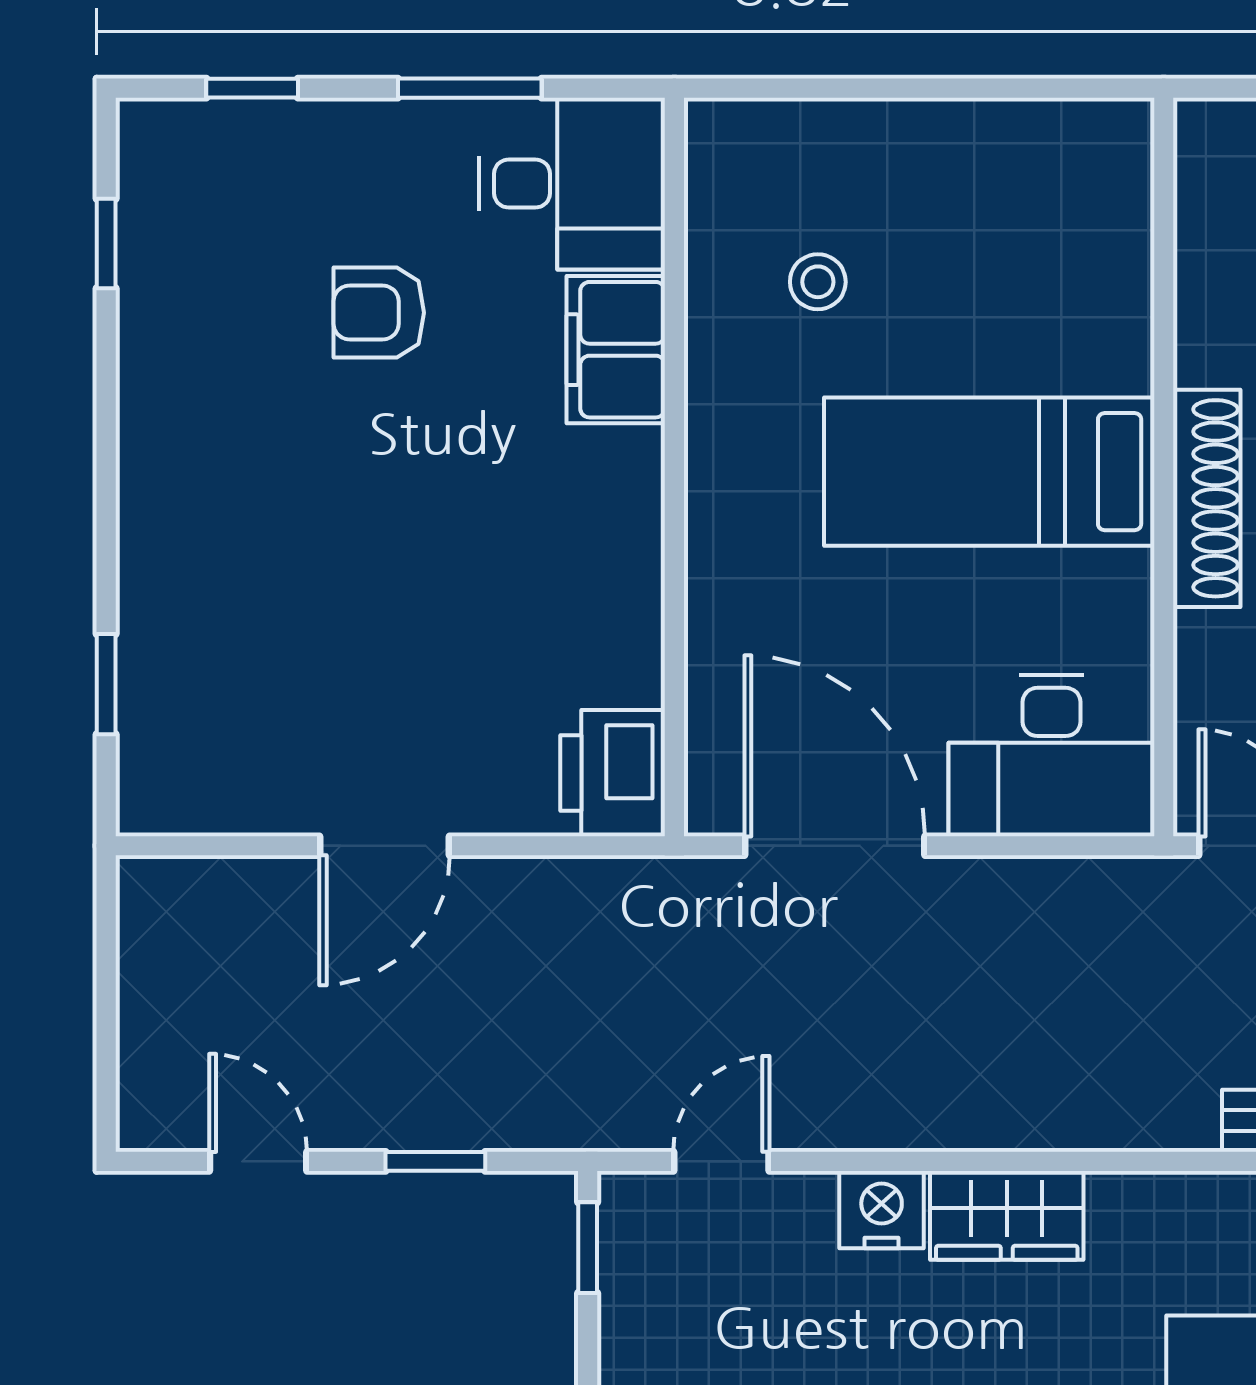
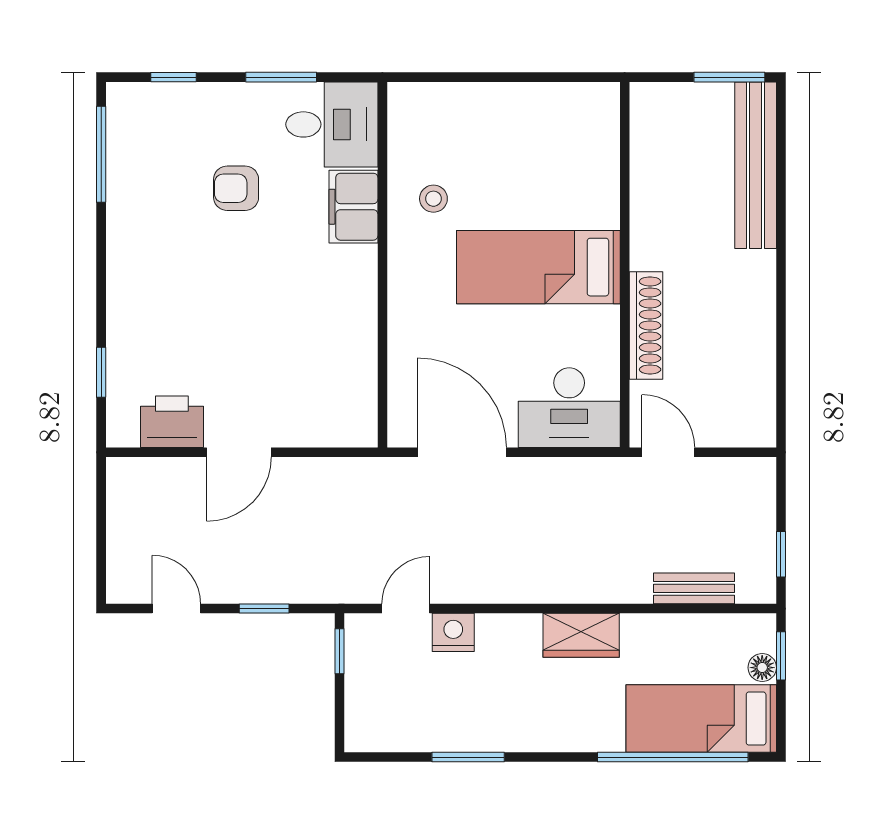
window: (106, 244) -> (101, 154), width x2.17
stool: (818, 282) -> (433, 199), moved
shoe rack: (1207, 498) -> (646, 325), moved
printer: (613, 773) -> (172, 422), moved, turned 90
nightstand: (882, 1210) -> (453, 632), moved
wardrobe: (1007, 1215) -> (581, 635), moved

